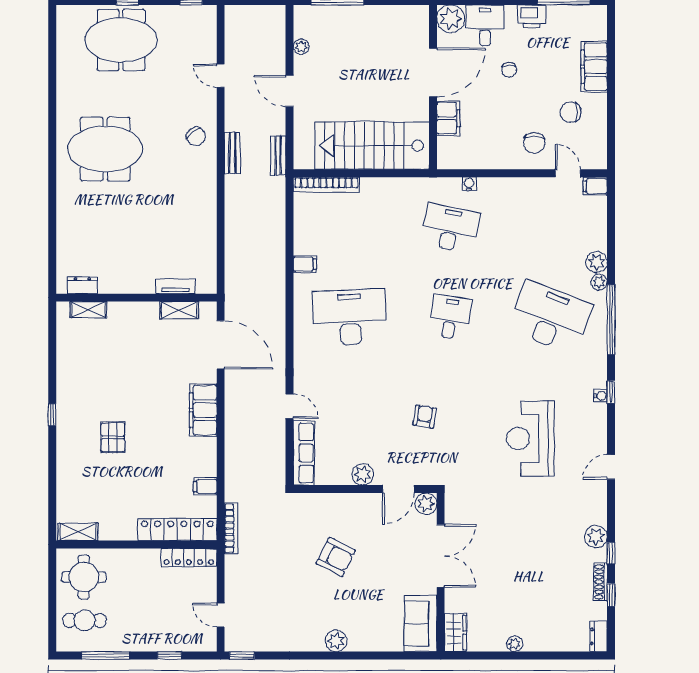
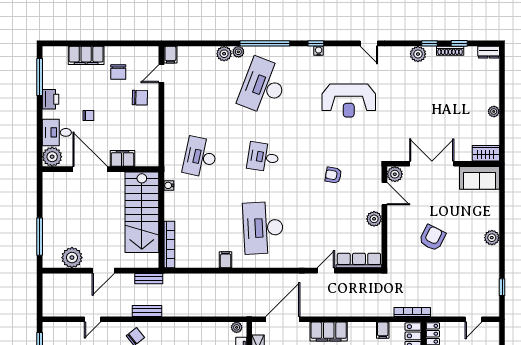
plant: (301, 47) -> (72, 258), width x1.87, depth x1.87
water cooler: (469, 184) -> (169, 185), moved
plant: (209, 280) -> (237, 327), added
window: (242, 655) -> (502, 287), moved

